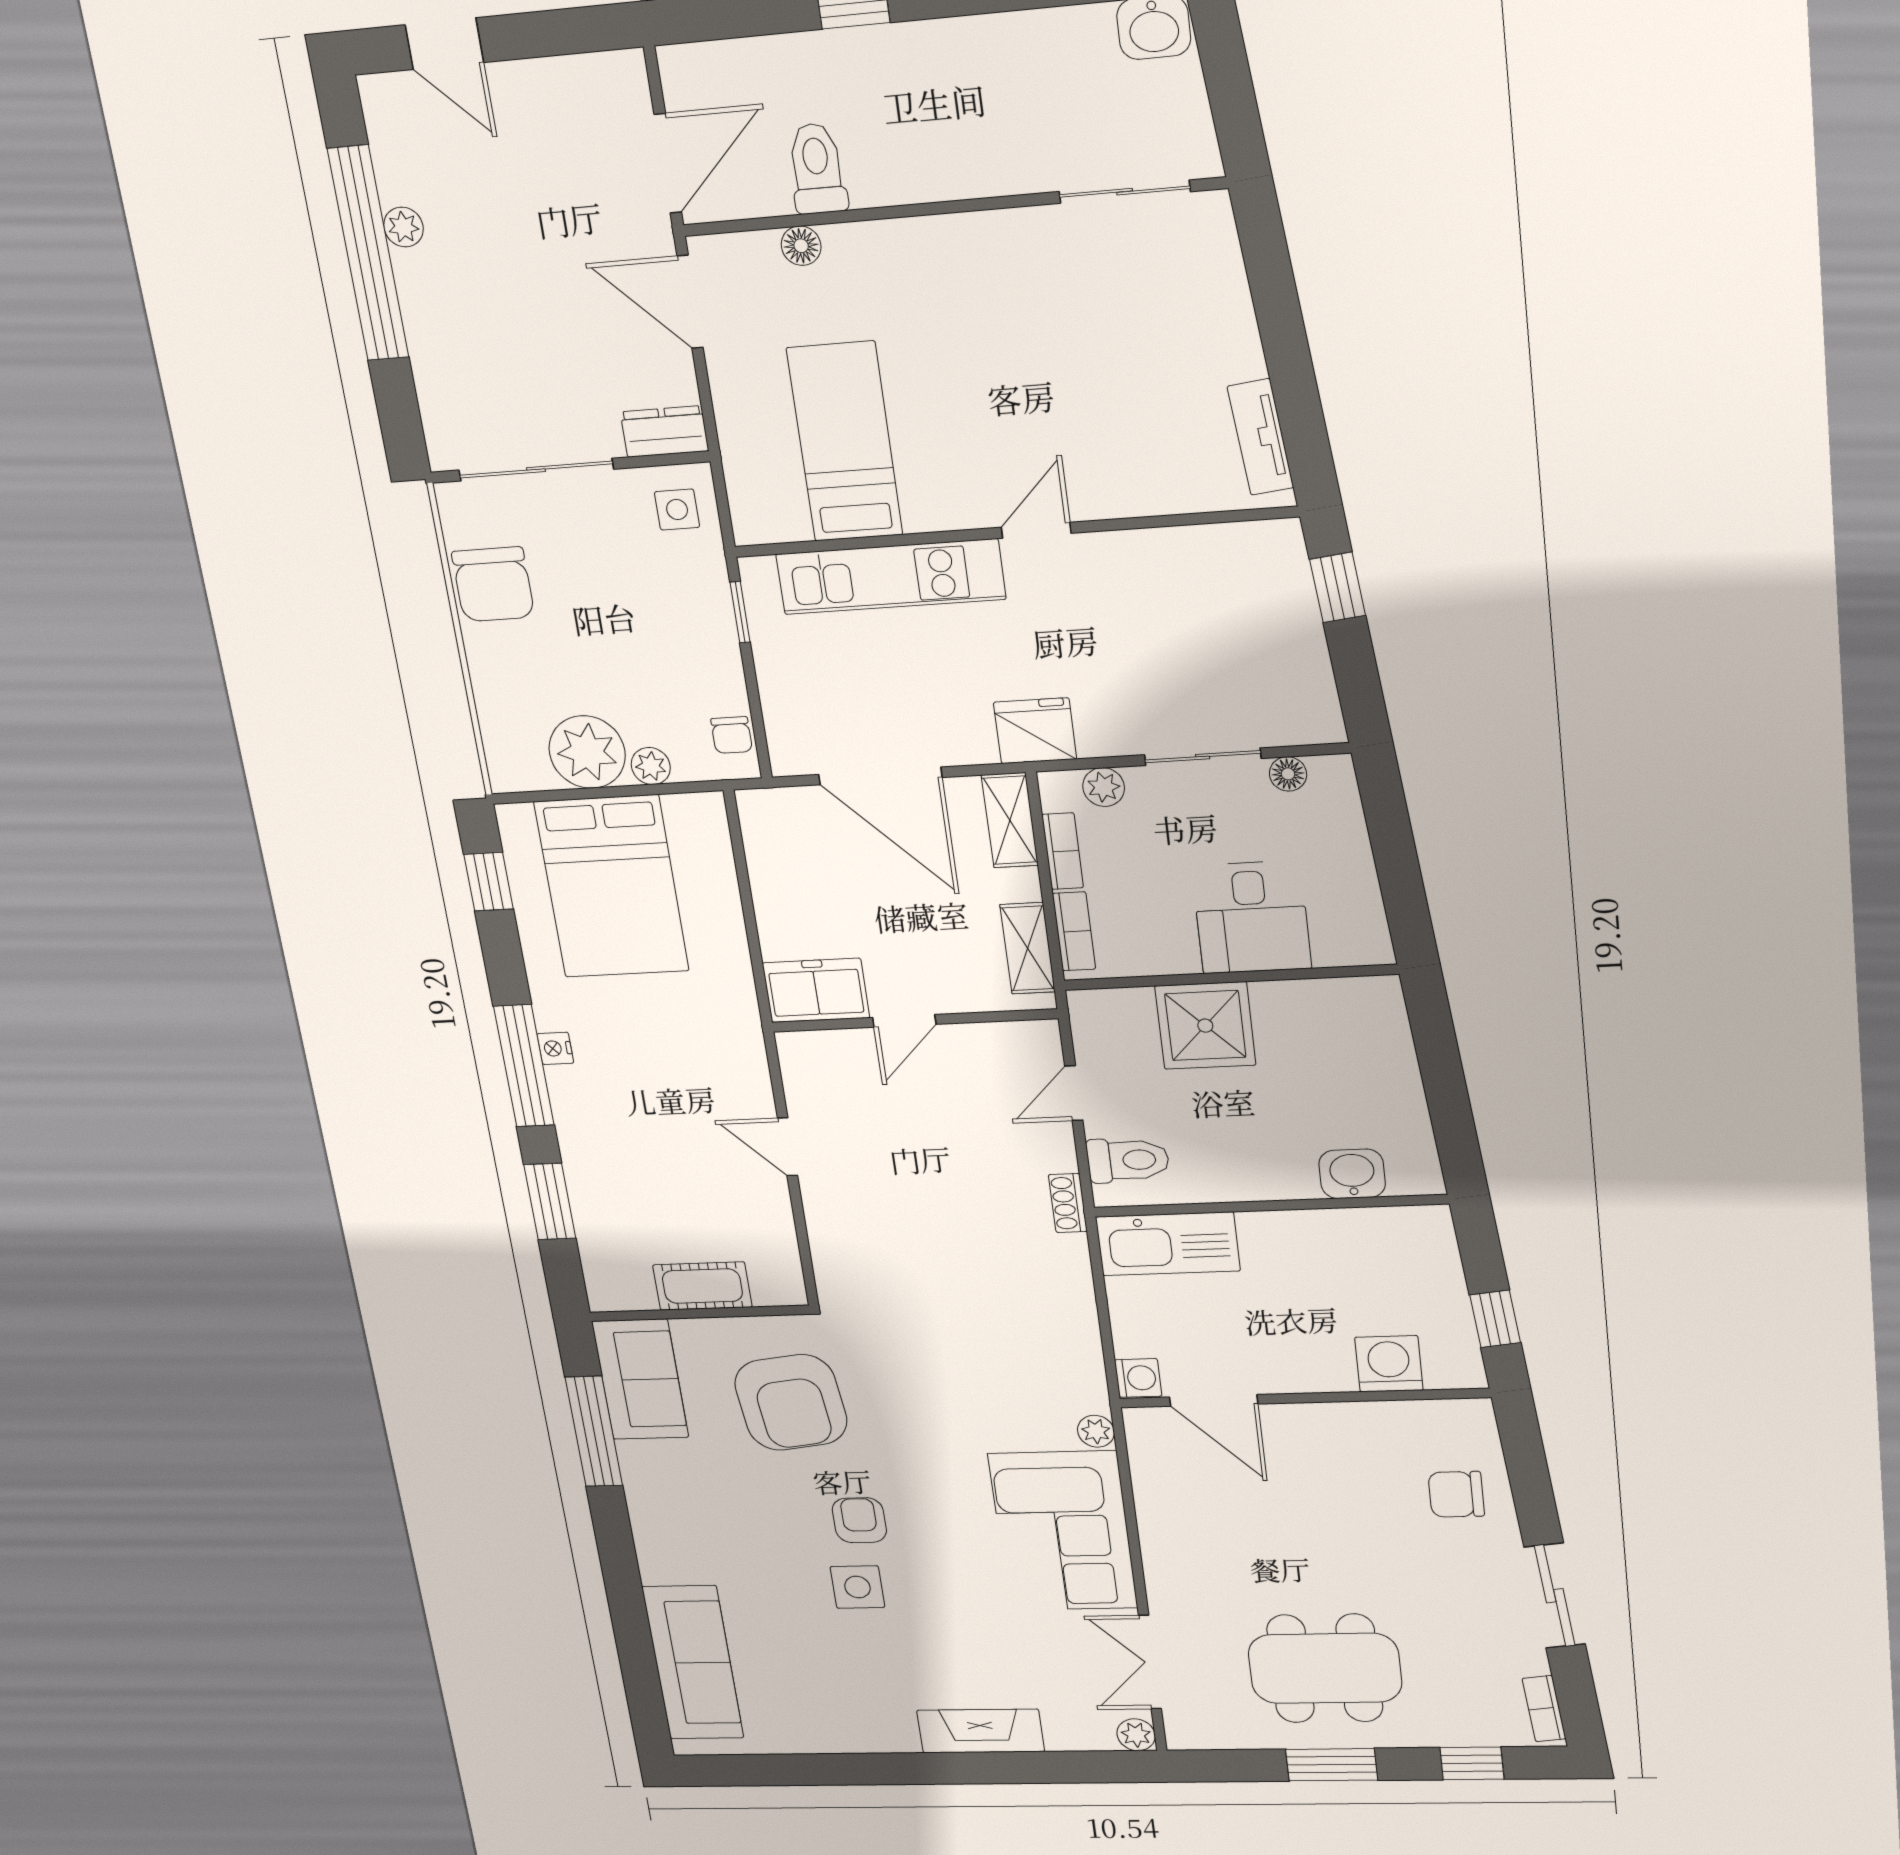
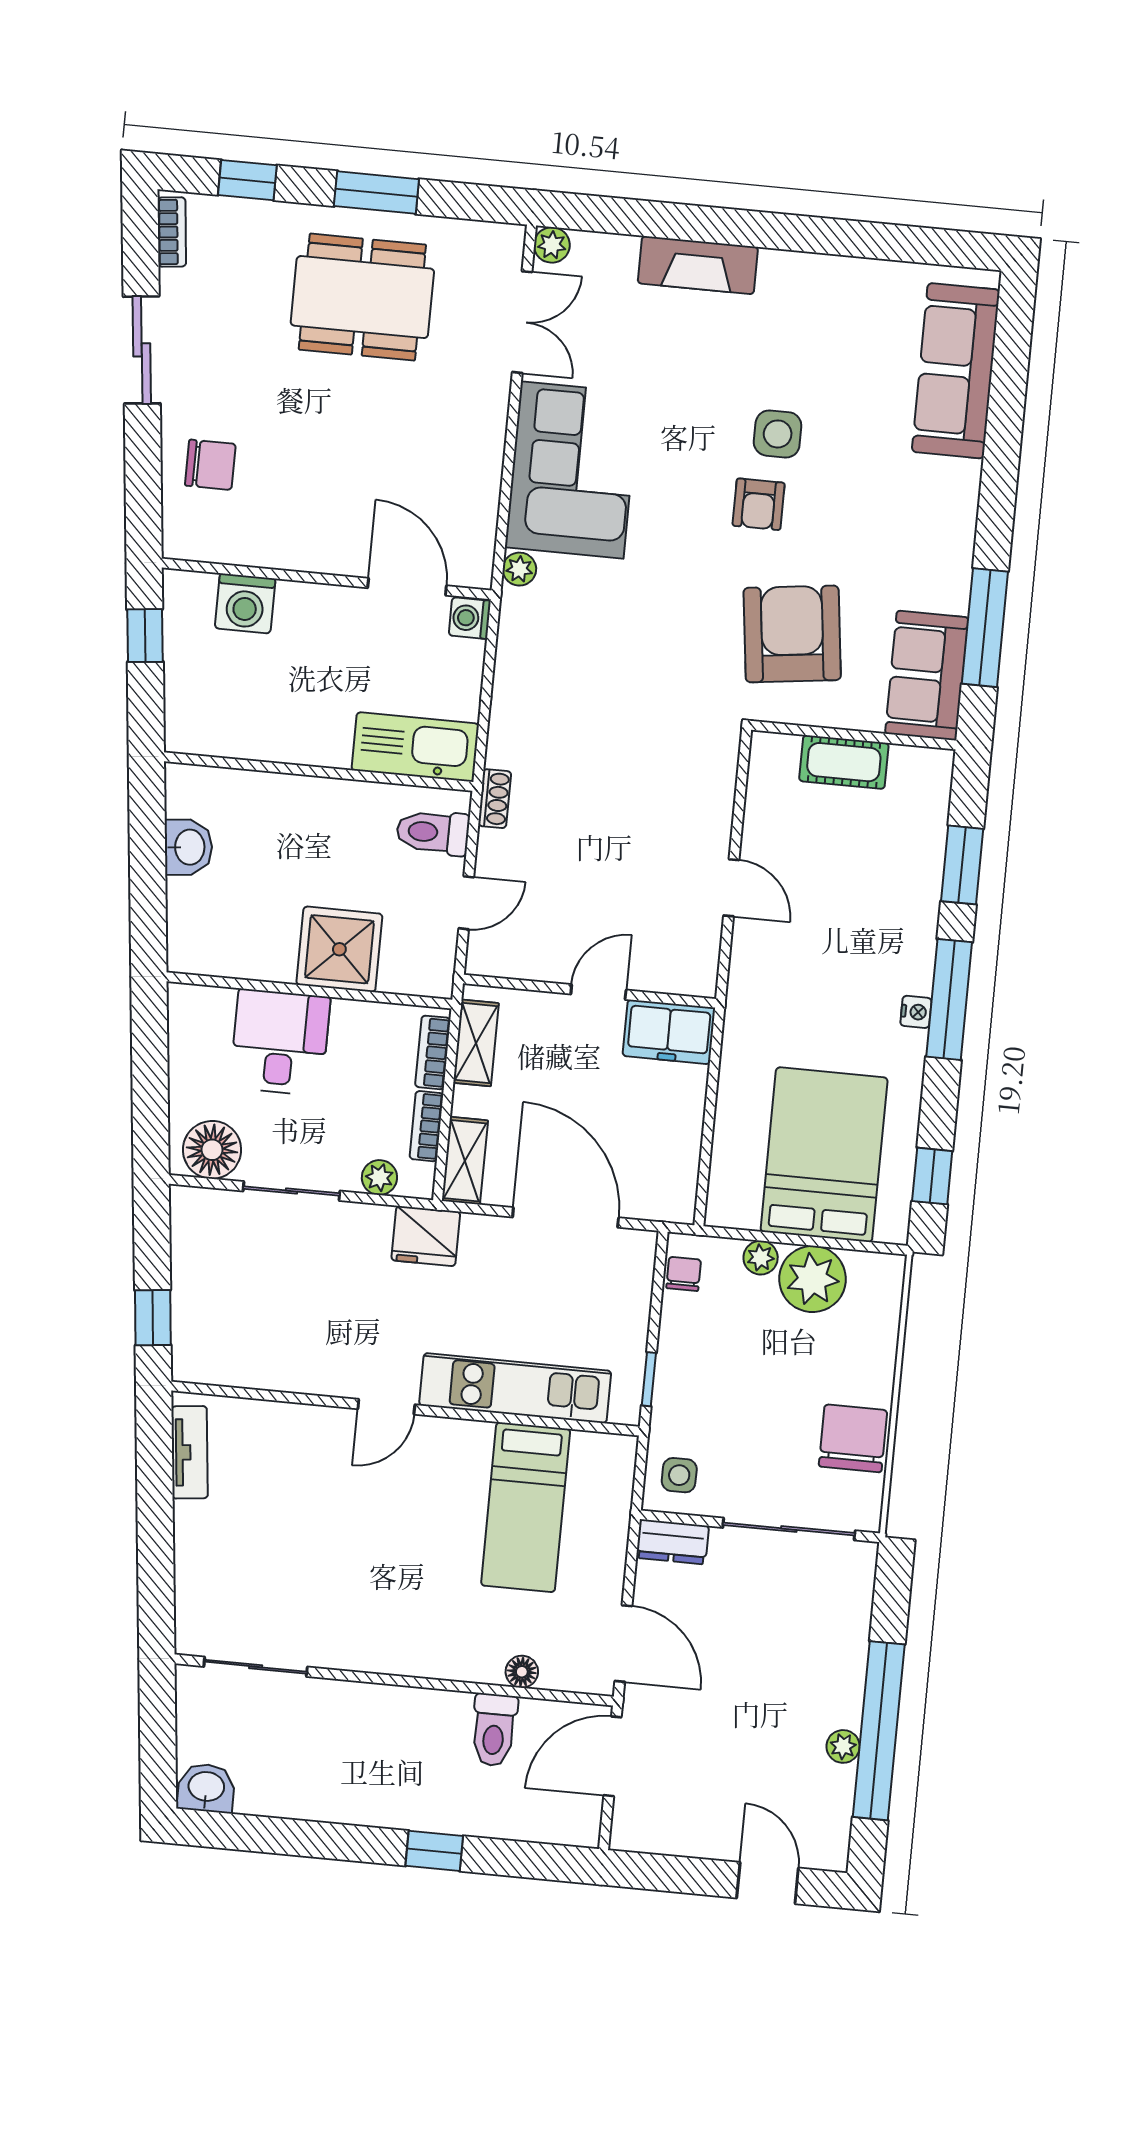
floor lamp: (1288, 774) -> (212, 1150), width x1.89, depth x1.89
washbasin: (1352, 1174) -> (188, 847), moved, turned -96

